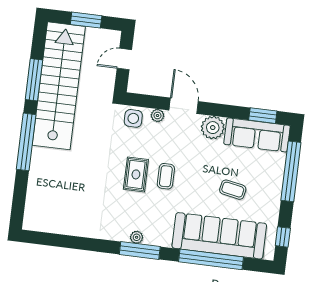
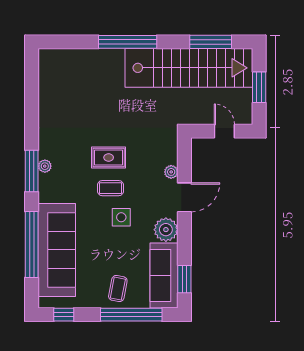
window: (34, 80) -> (211, 42), moved
side table: (133, 118) -> (121, 217), moved
coffee table: (233, 190) -> (118, 289), moved

